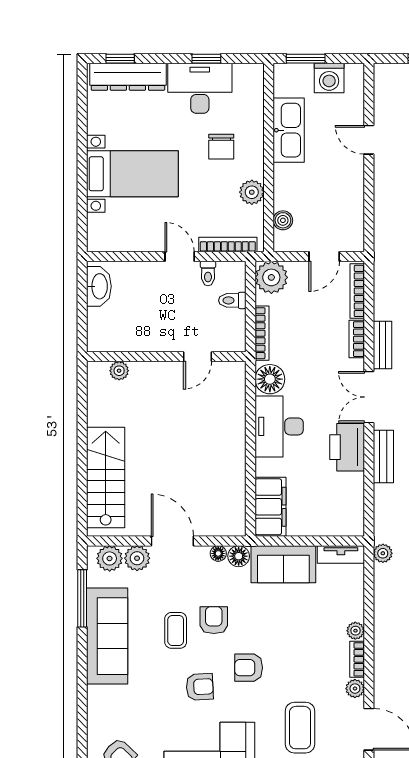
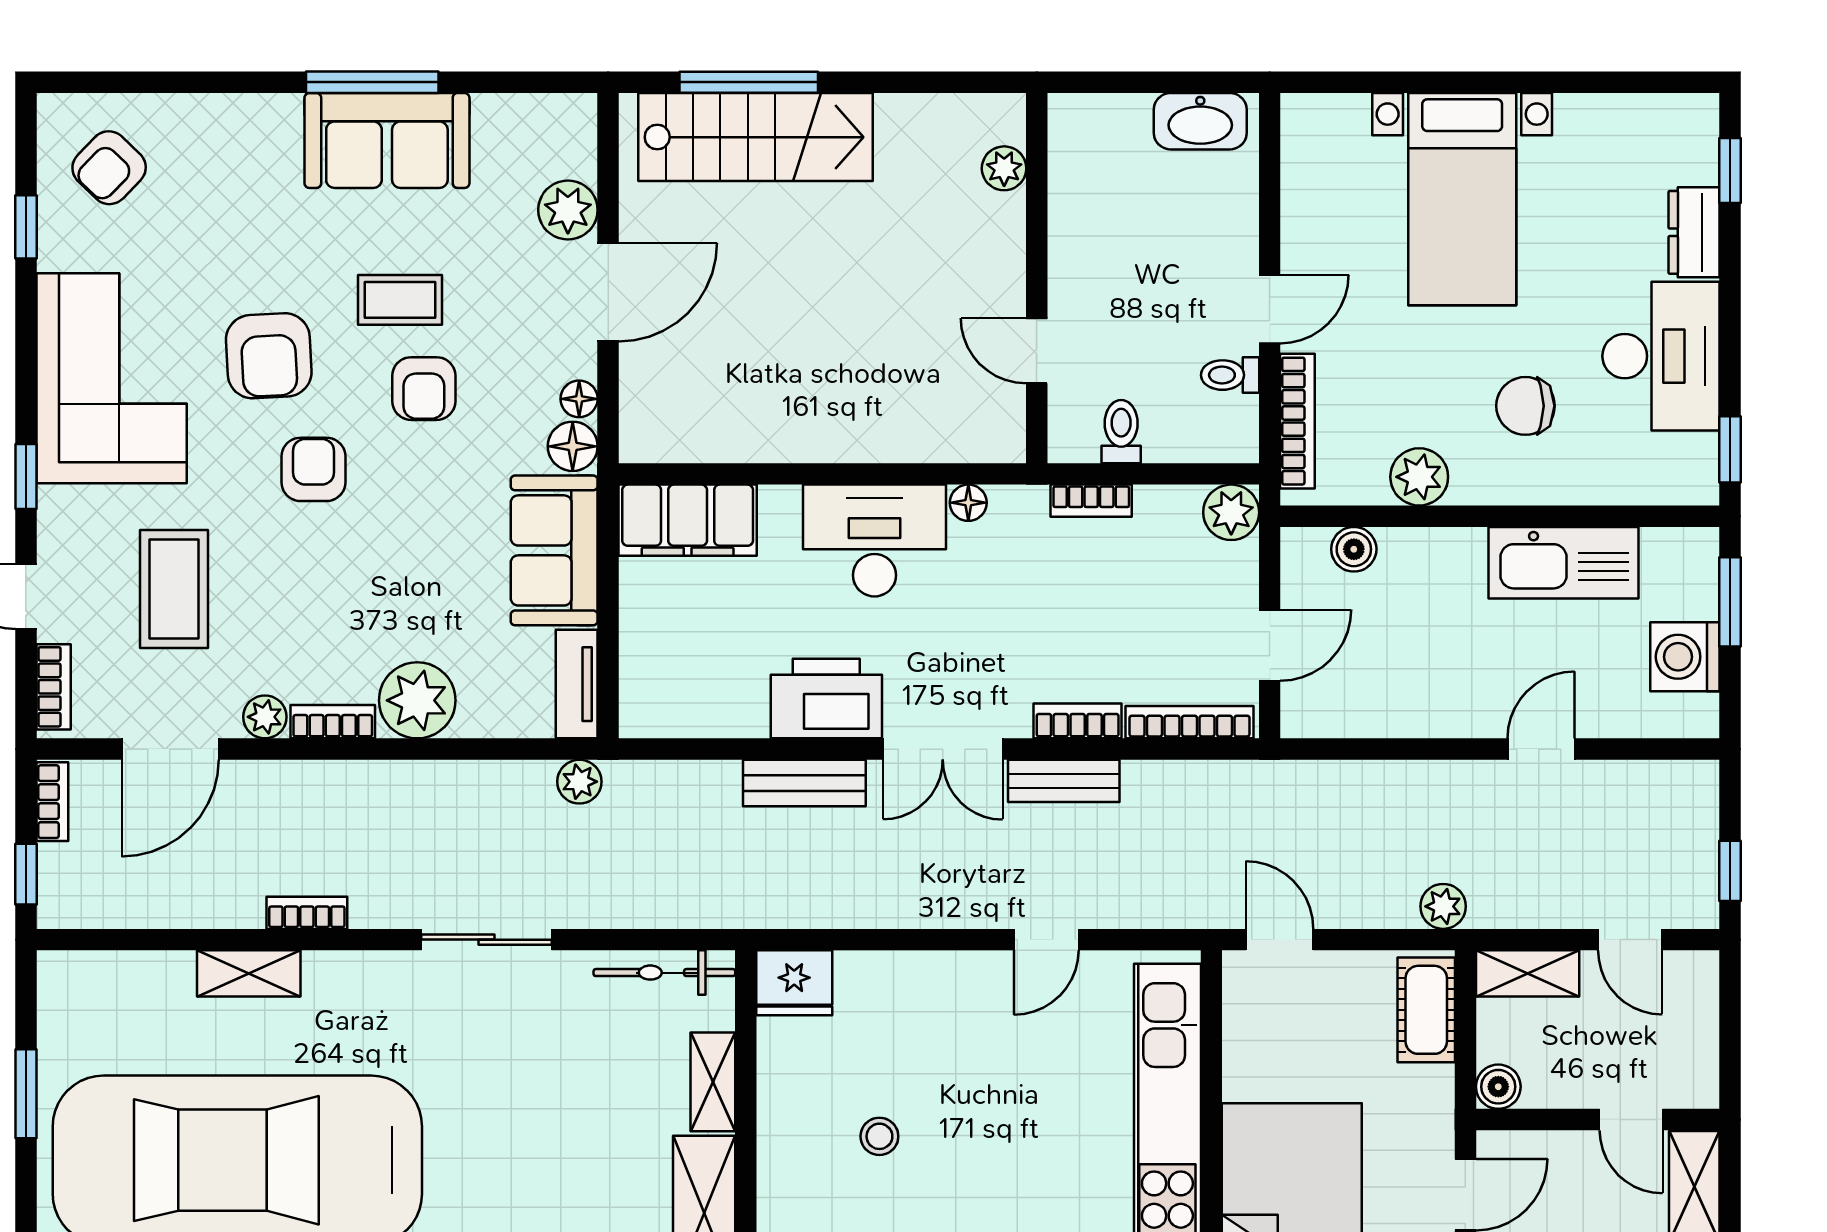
window: (206, 59) -> (1730, 449), moved
dresser: (128, 77) -> (1694, 232), width x0.51, depth x0.80
door: (324, 257) -> (1270, 645), swing flipped
plant: (271, 277) -> (1231, 512), width x0.73, depth x0.73
toilet: (232, 300) -> (1121, 432), moved
bookcase: (262, 333) -> (1091, 501), width x0.64
floor lamp: (270, 379) -> (968, 503), width x0.53, depth x0.53
double door: (369, 397) -> (943, 749), swing flipped
window: (82, 480) -> (749, 82), added
plant: (110, 558) -> (567, 146), removed
window: (82, 598) -> (372, 82), moved
armchair: (214, 620) -> (424, 389), turned 90
plant: (355, 631) -> (417, 700), width x1.88, depth x1.88
sofa: (107, 636) -> (387, 140), width x0.73
armchair: (200, 687) -> (269, 356), width x1.38, depth x1.38
coffee table: (300, 728) -> (174, 589), turned 90

